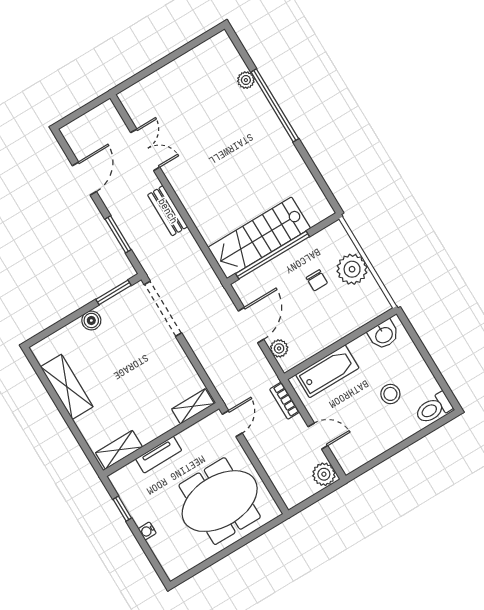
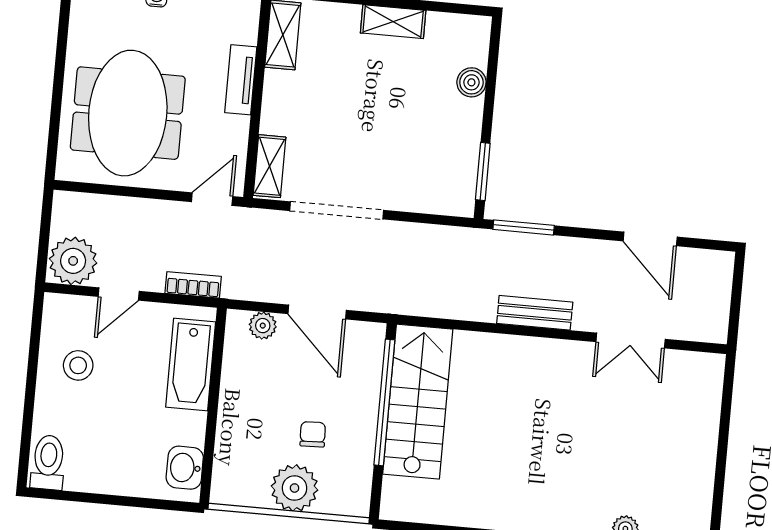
window: (118, 234) -> (524, 227), moved
chair: (317, 280) -> (313, 434), turned 88
doorway: (163, 309) -> (337, 210), moved
boiler: (91, 320) -> (471, 82), moved
shelving: (67, 387) -> (393, 22), width x0.67, depth x0.75
stool: (390, 394) -> (78, 365), moved
door: (232, 424) -> (212, 199), swing flipped
plant: (324, 474) -> (73, 261), width x1.36, depth x1.36

